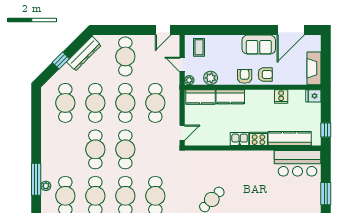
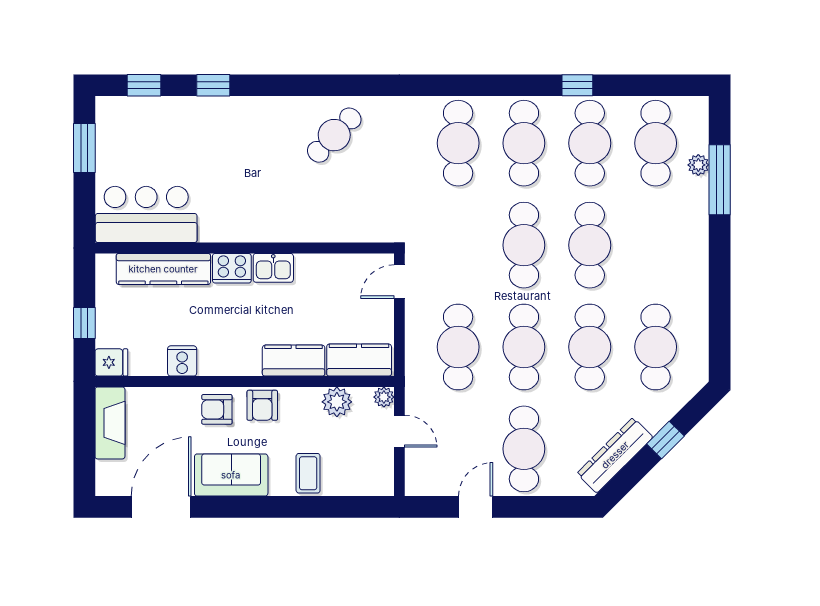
door: (163, 30) -> (476, 507), moved
coffee table: (199, 47) -> (308, 473), moved
window: (326, 130) -> (84, 323), moved

